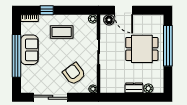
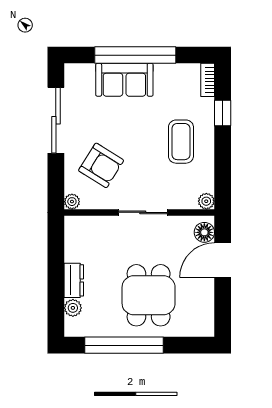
window: (168, 46) -> (124, 345), moved
sofa: (29, 50) -> (124, 80), moved
armchair: (74, 74) -> (101, 165), turned 69

